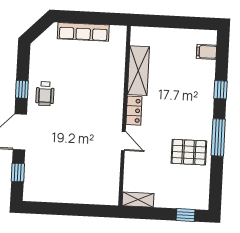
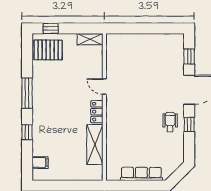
pallet: (189, 152) -> (48, 50), moved

